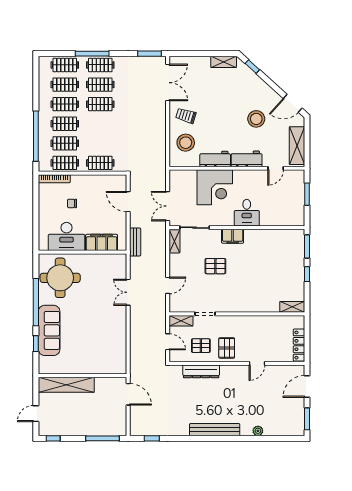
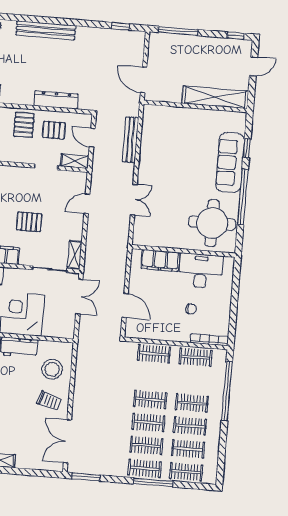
clothes rail: (65, 143) -> (150, 400), moved
bench: (135, 242) -> (131, 140), moved, width x1.36

